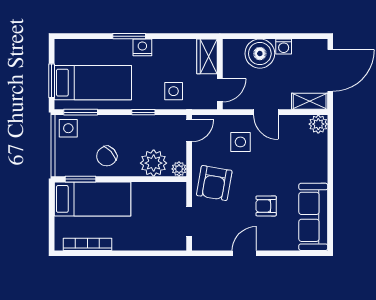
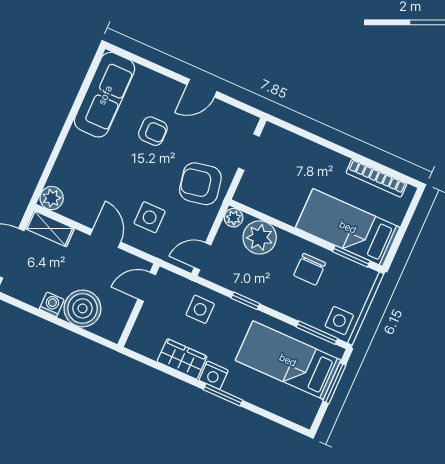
wardrobe: (207, 56) -> (182, 359), moved, turned -90
chair: (107, 156) -> (310, 269), turned 132
armchair: (214, 183) -> (200, 184), turned -111

